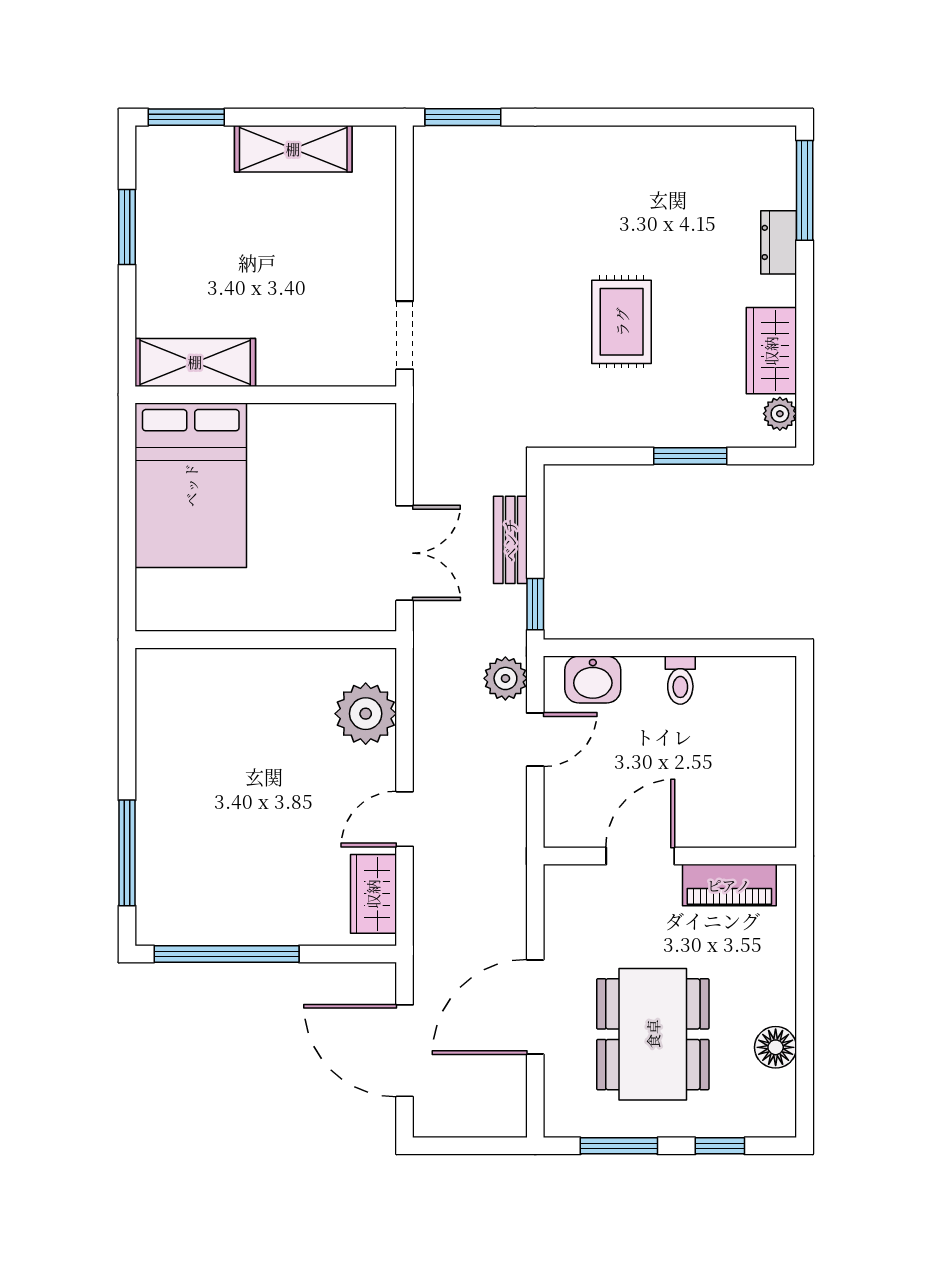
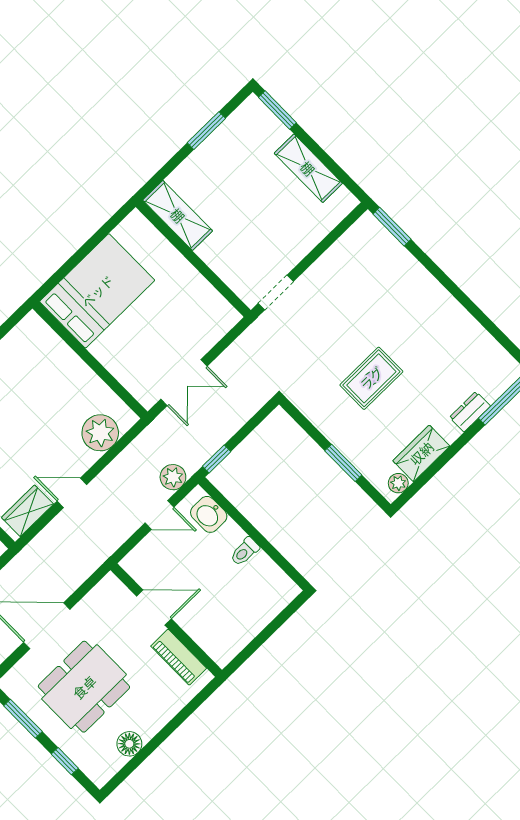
bed: (191, 485) -> (97, 291), moved, turned 180
bench: (510, 540) -> (233, 422), removed

